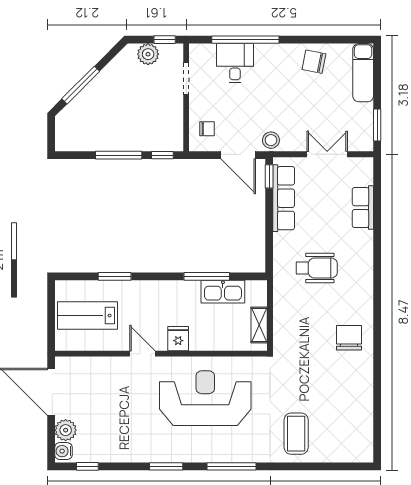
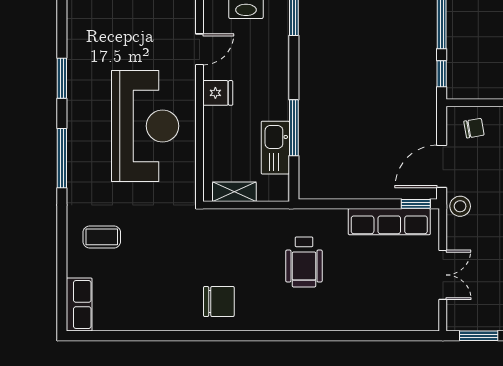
chair: (207, 129) -> (474, 128), turned -100
row of seats: (363, 208) -> (79, 305), moved, turned 90
coffee table: (296, 434) -> (102, 237), width x0.73, depth x0.77

